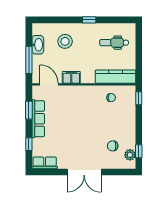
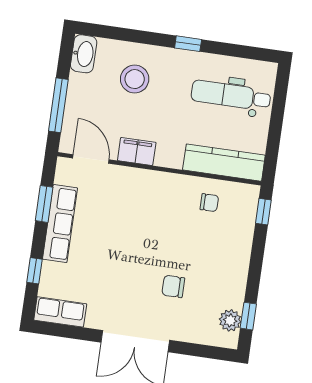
dental chair: (114, 43) -> (231, 95), width x1.36, depth x1.38
washbasin: (38, 45) -> (84, 54), moved
chair: (113, 146) -> (173, 286), moved

